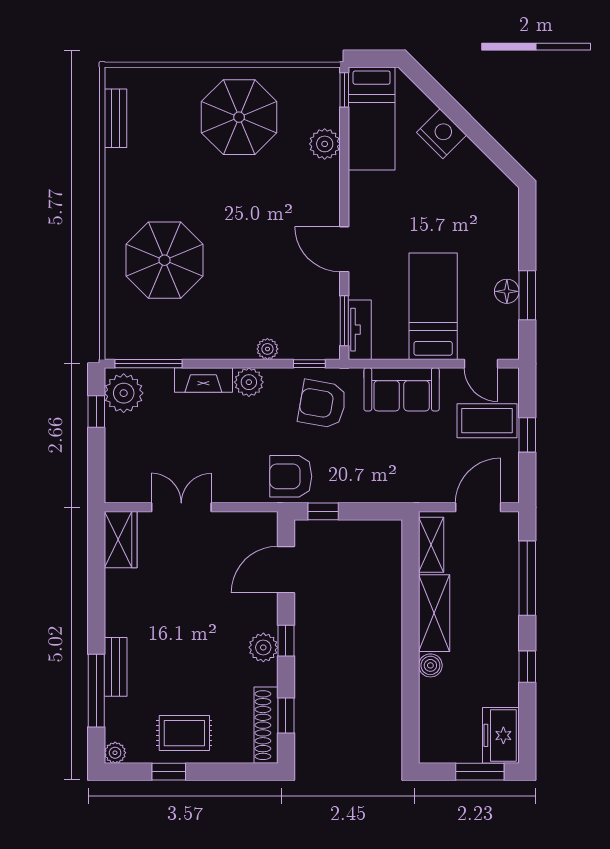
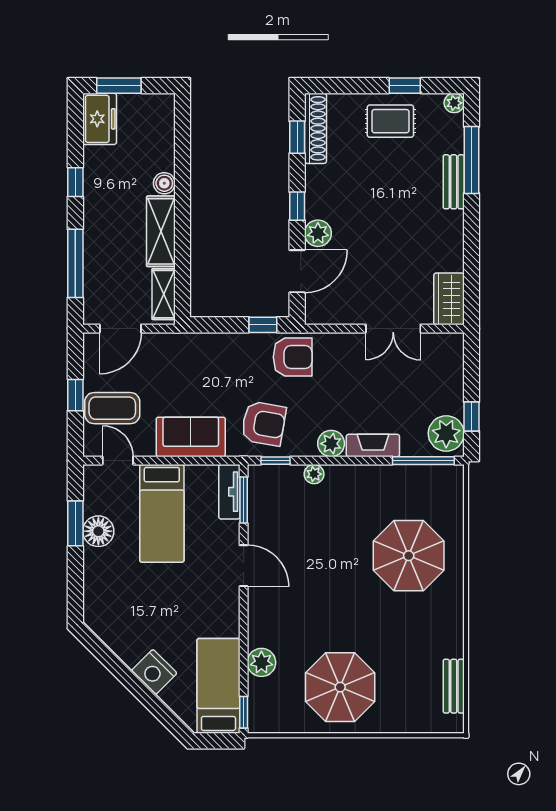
floor lamp: (507, 291) -> (98, 531), width x1.38, depth x1.38
plant: (263, 647) -> (318, 233), moved

